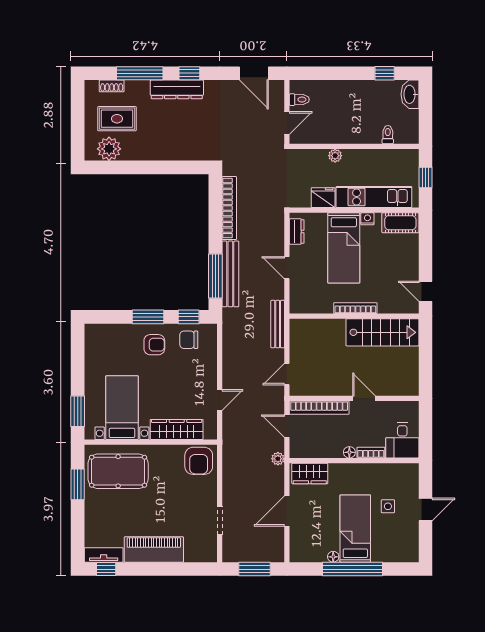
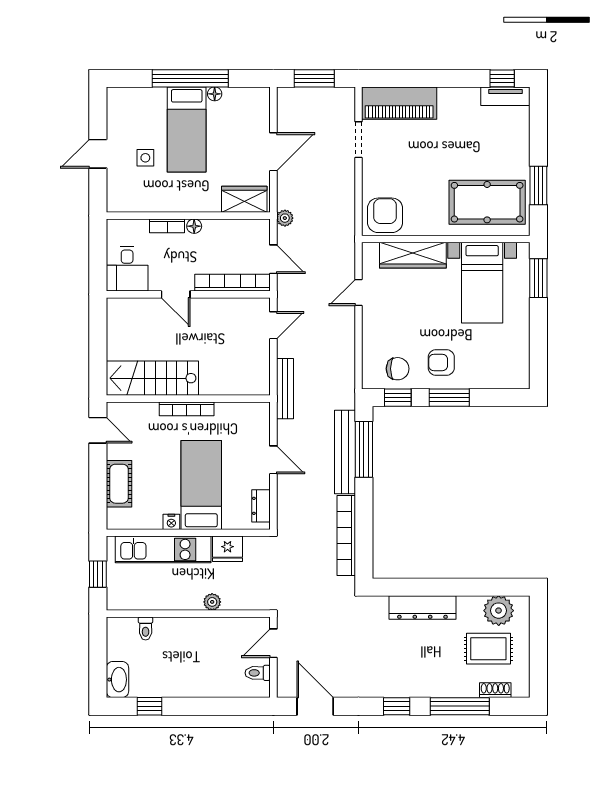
dresser: (177, 89) -> (422, 608), moved, turned 180
cot: (400, 223) -> (119, 484), moved, turned 90
desk: (402, 440) -> (127, 269), moved, turned 180
piano: (154, 549) -> (399, 103), moved

